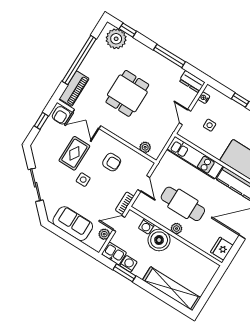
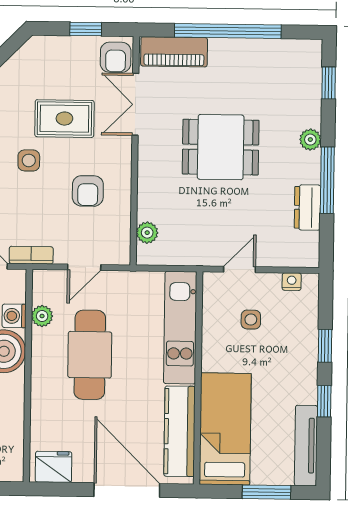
plant: (116, 39) -> (310, 140), moved, width x0.53, depth x0.53
dresser: (192, 82) -> (307, 207), moved
armchair: (61, 115) -> (116, 57), turned -90
plant: (177, 229) -> (42, 316), moved

